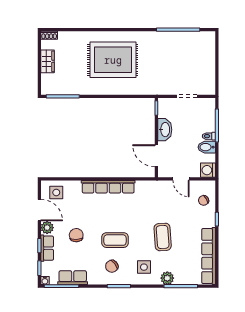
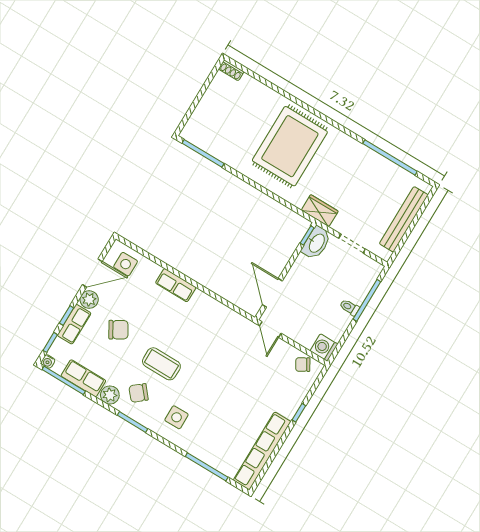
rug: (113, 60) -> (290, 146), turned 90
wardrobe: (47, 61) -> (320, 211), moved, turned -90
bench: (209, 62) -> (404, 219), added
washbasin: (165, 130) -> (316, 243), moved
bidet: (207, 147) -> (339, 319), removed
door: (181, 179) -> (270, 329), moved
row of seats: (108, 187) -> (176, 285), width x0.50
chair: (204, 200) -> (303, 365), moved
door: (39, 210) -> (92, 273), hinge flipped
chair: (76, 235) -> (118, 330), turned 61
coffee table: (163, 237) -> (221, 395), removed
plant: (167, 278) -> (110, 395), moved

